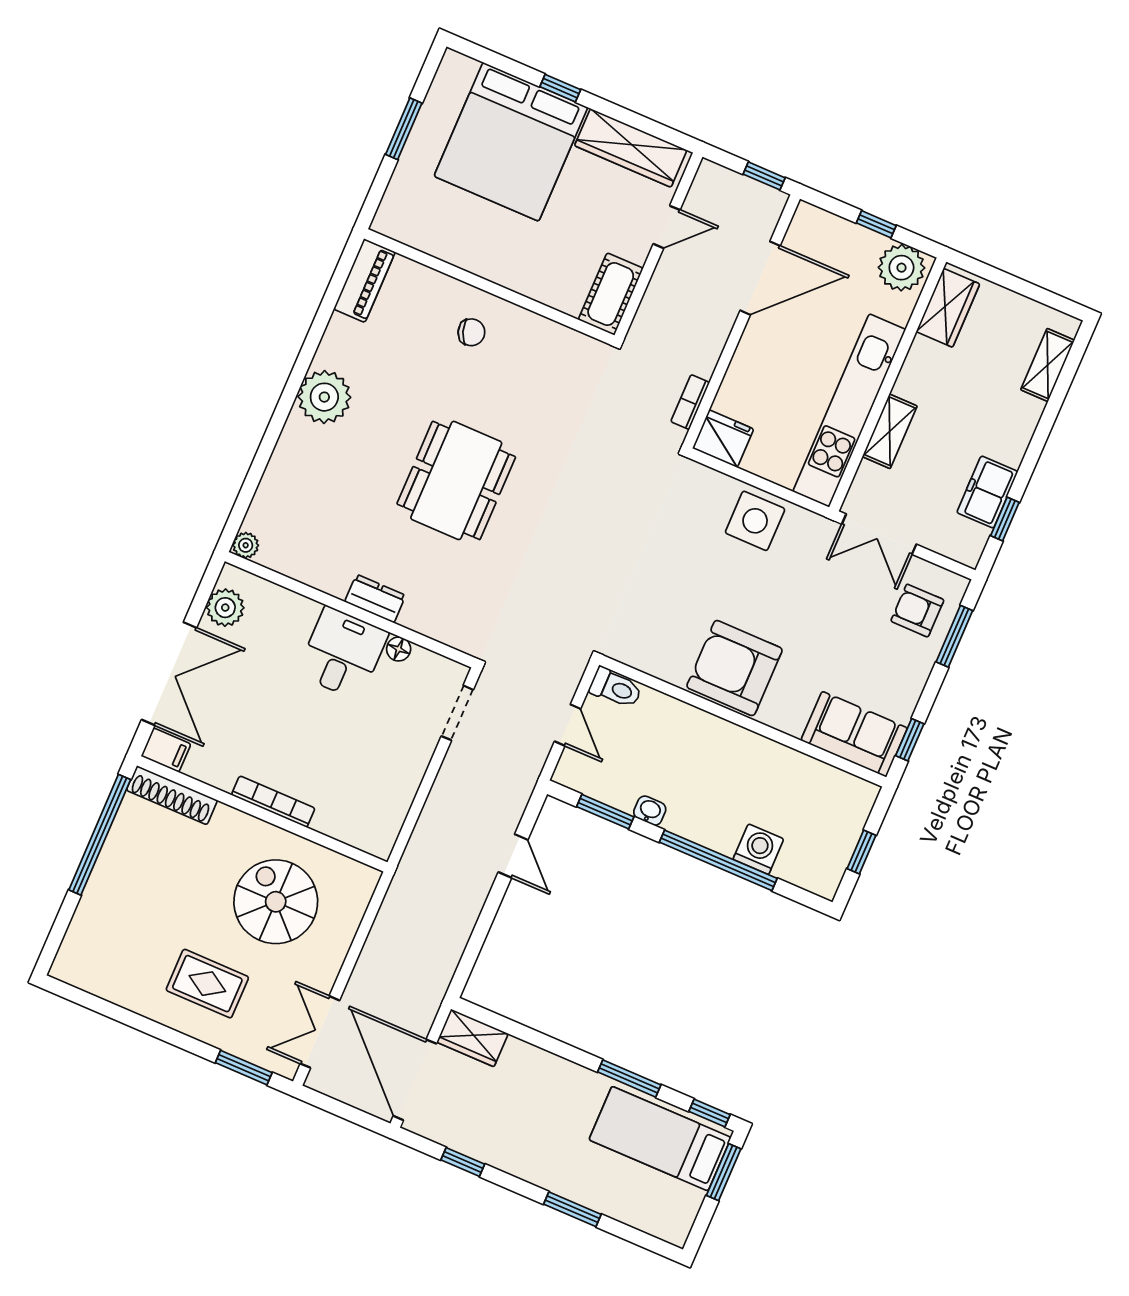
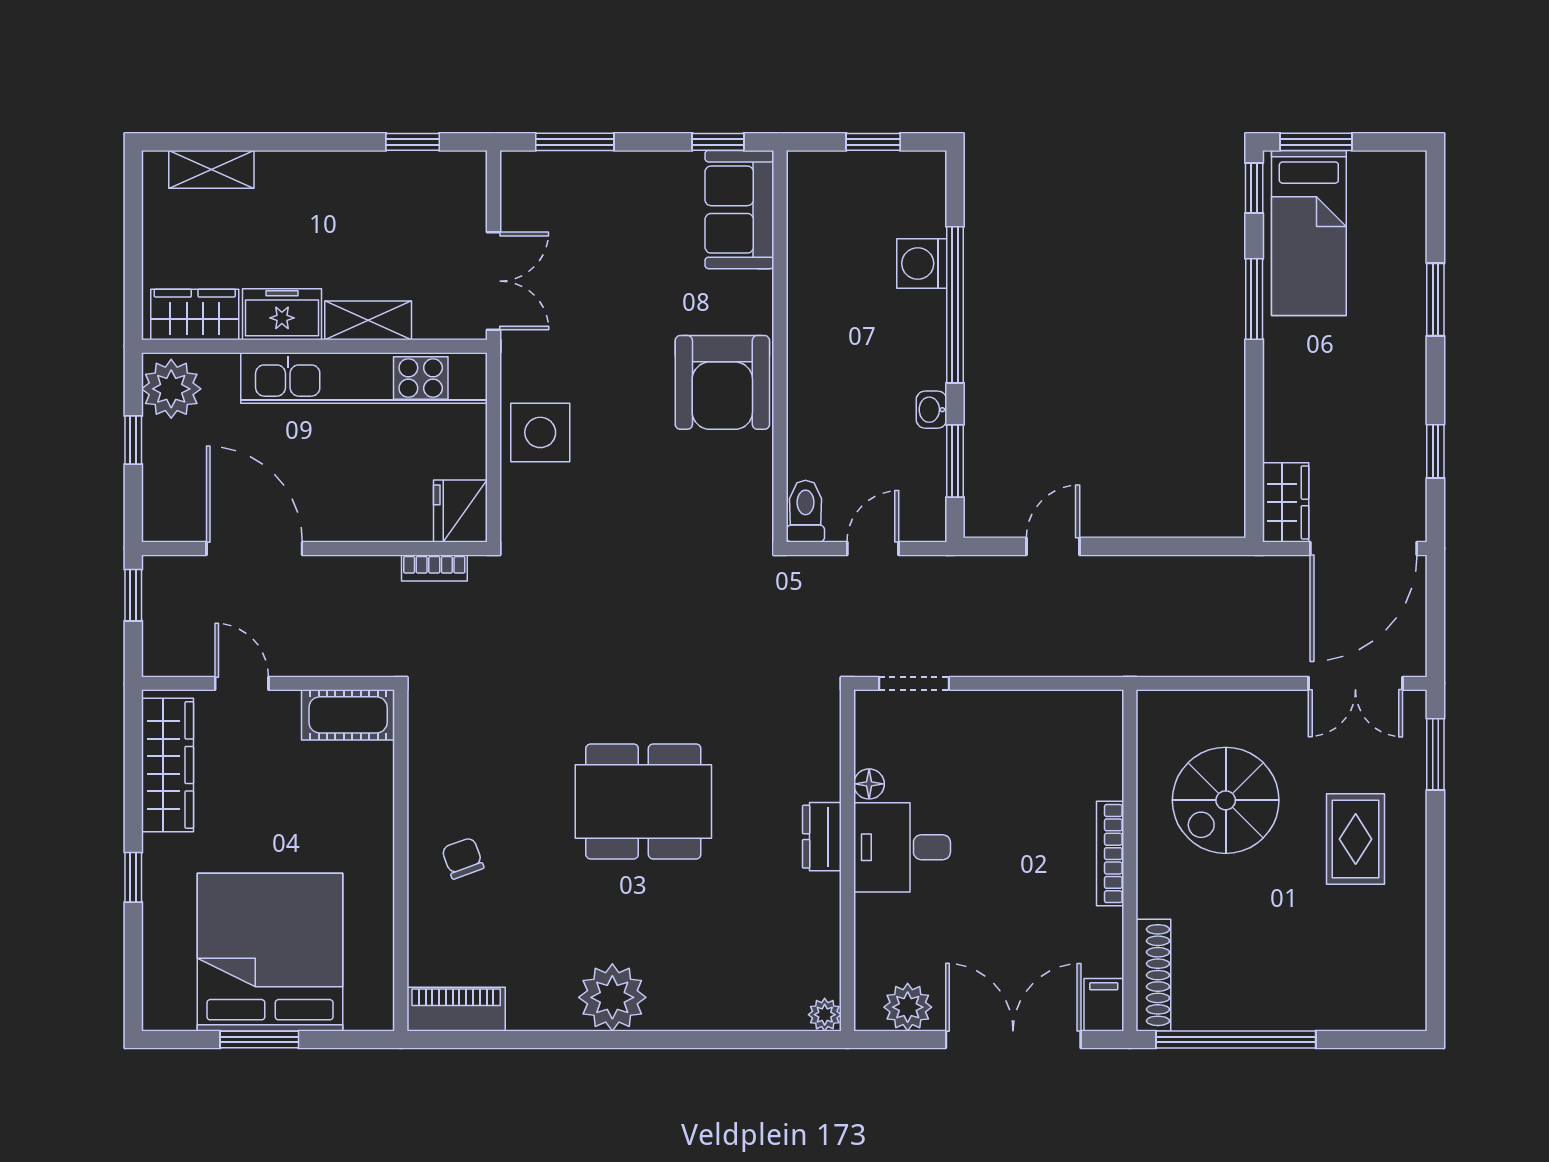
bed: (511, 142) -> (270, 952), moved, turned -90
freezer: (987, 492) -> (282, 314), moved, turned 180
armchair: (917, 611) -> (563, 198), removed

